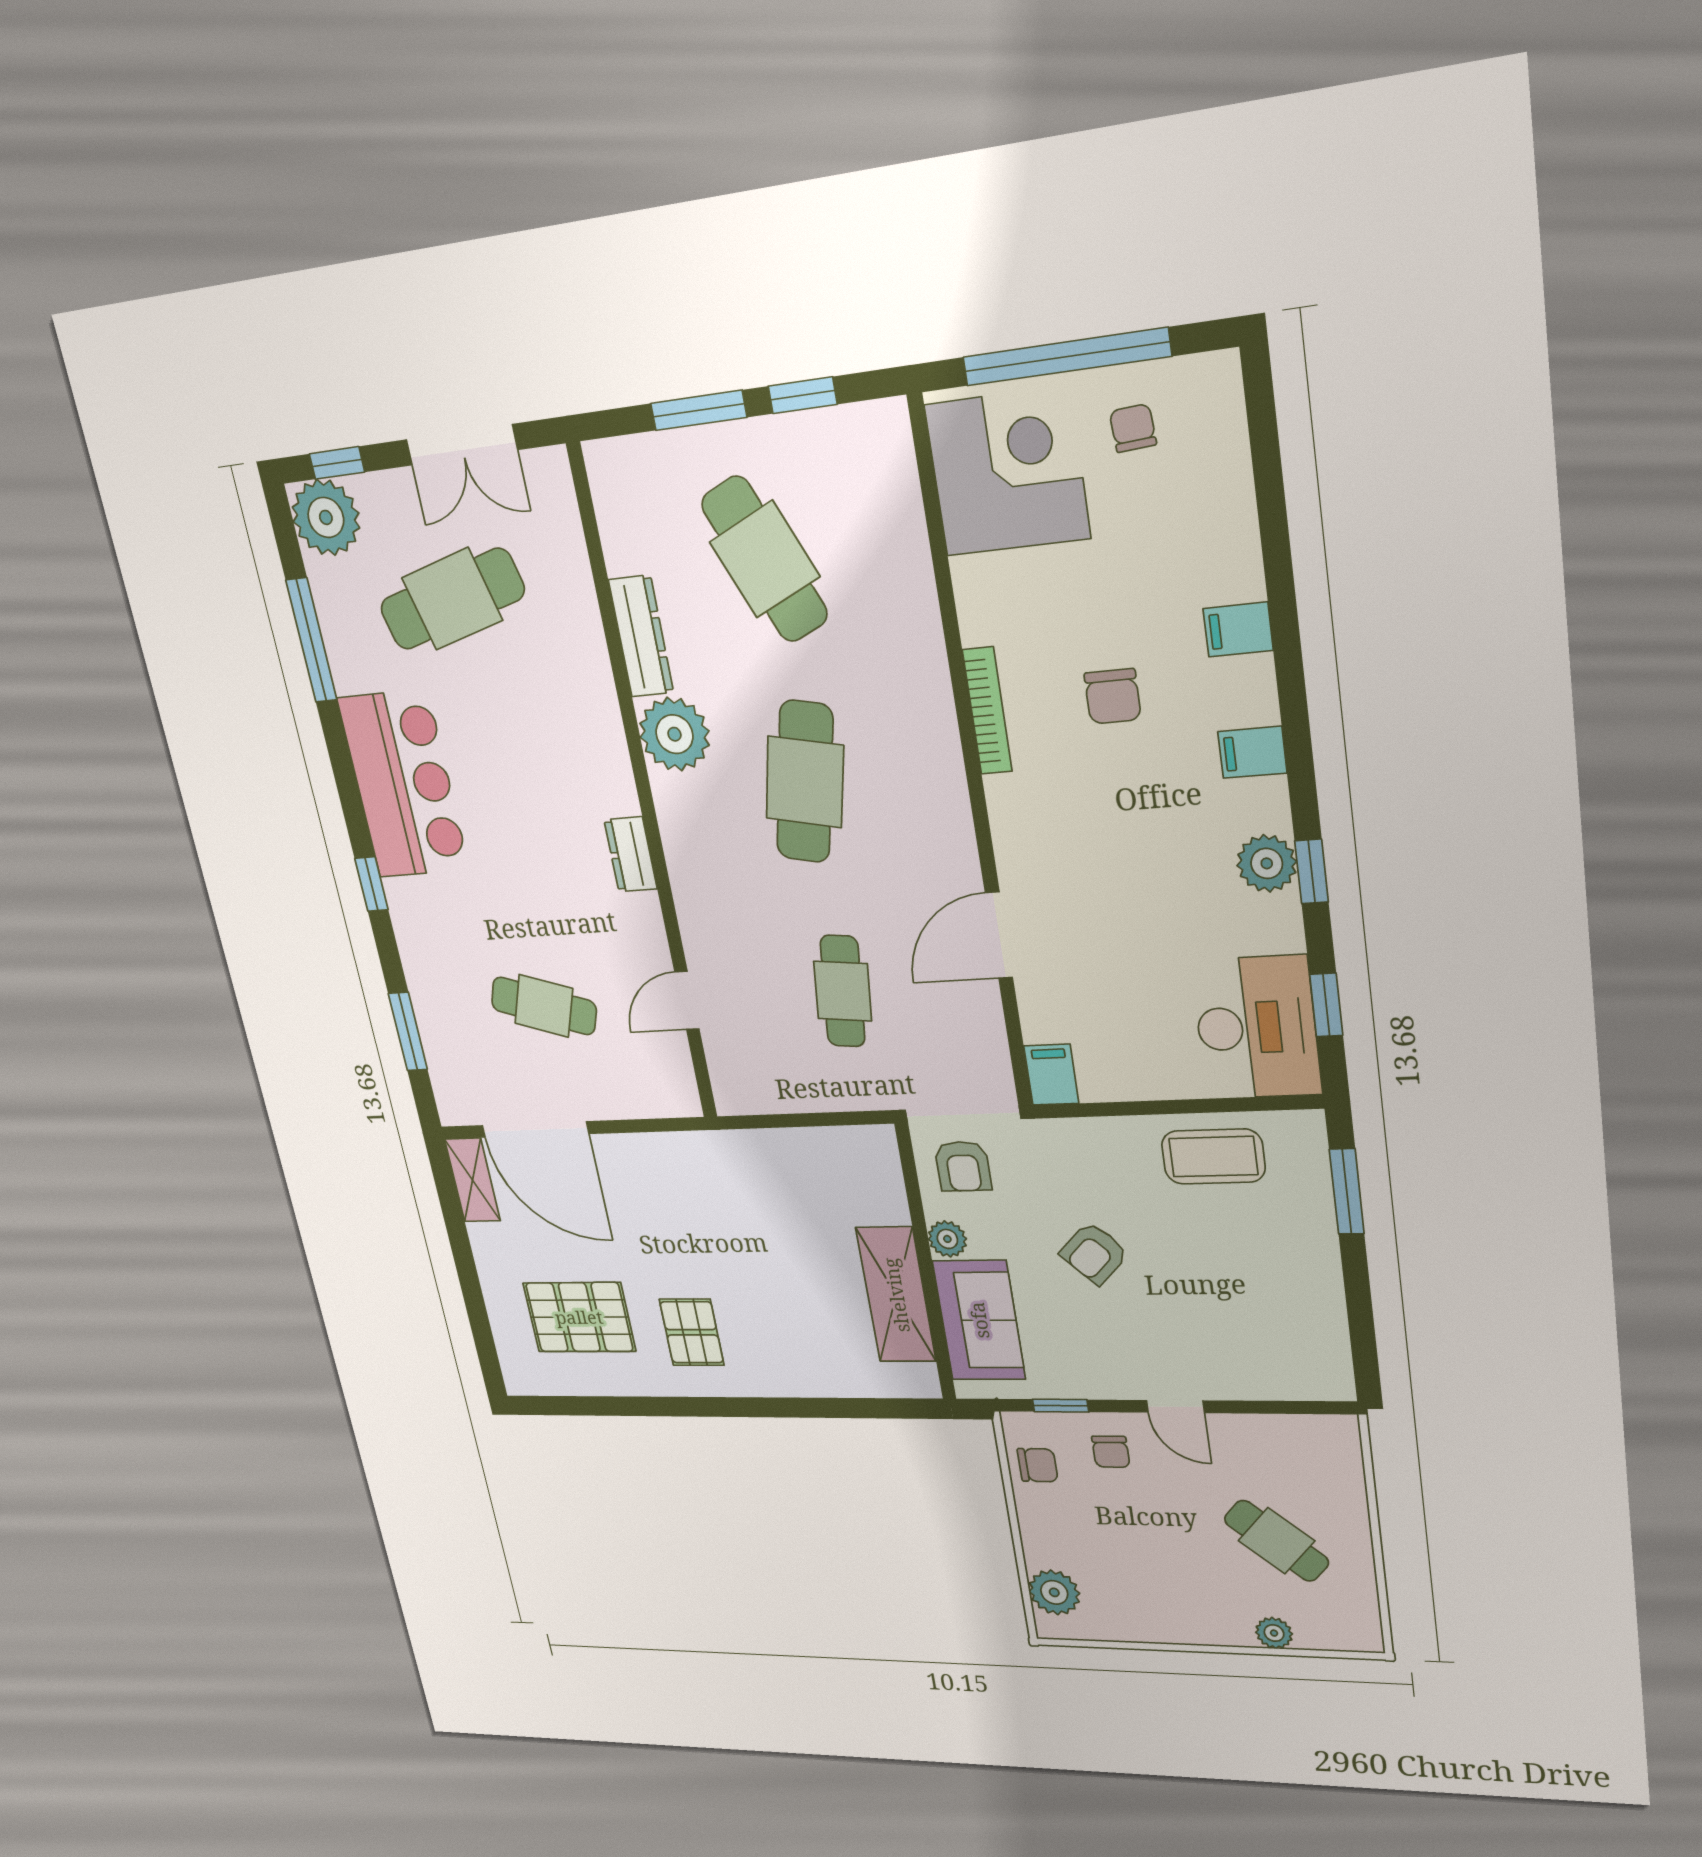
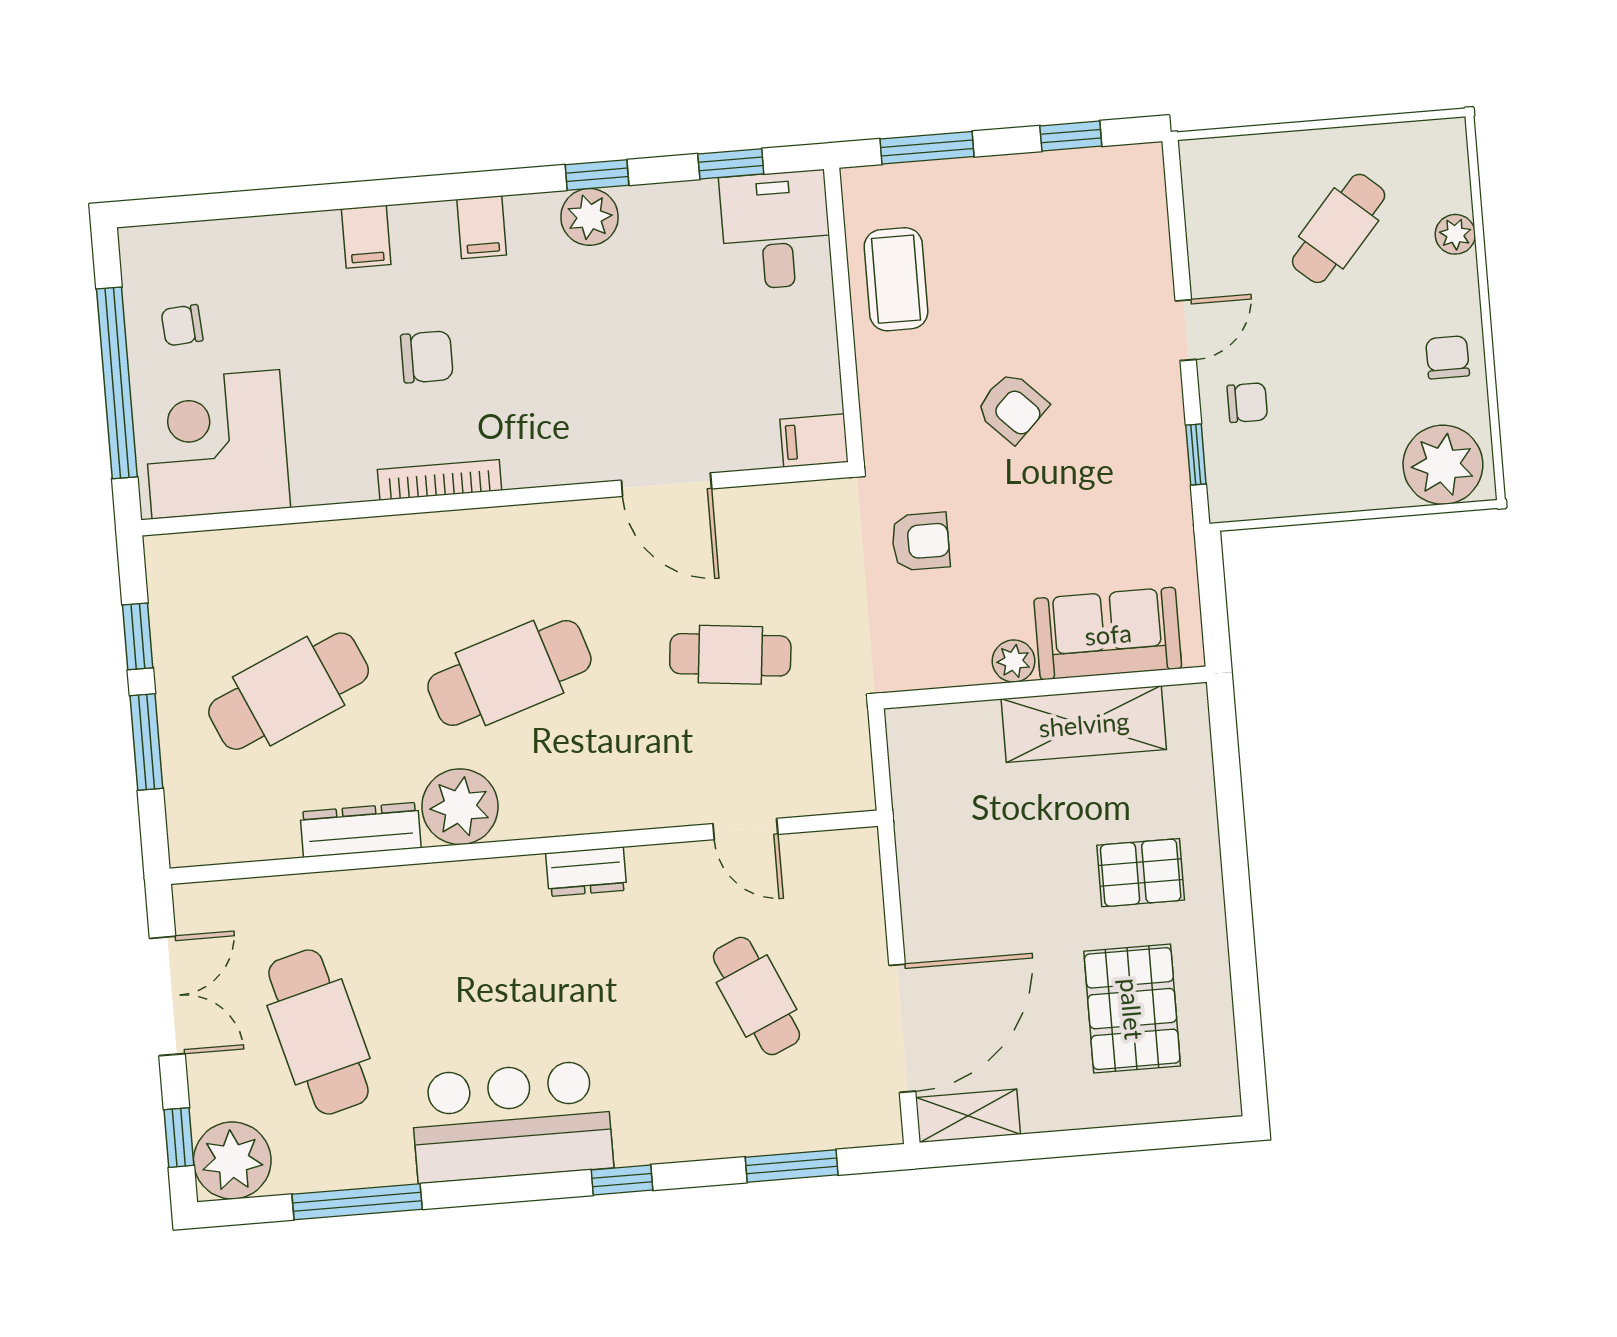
cafe table: (805, 782) -> (509, 673), turned -30
cafe table: (544, 1006) -> (756, 996), turned -42
desk: (1256, 1028) -> (776, 230), width x0.73
plant: (947, 1239) -> (1014, 661), moved
wall: (926, 1264) -> (1045, 687), moved
shelving: (896, 1295) -> (1084, 724), moved
sofa: (979, 1320) -> (1108, 634), moved
window: (1361, 1322) -> (1071, 136), added
chair: (1038, 1465) -> (1448, 357), moved
plant: (1054, 1592) -> (1443, 465), width x1.36, depth x1.36

